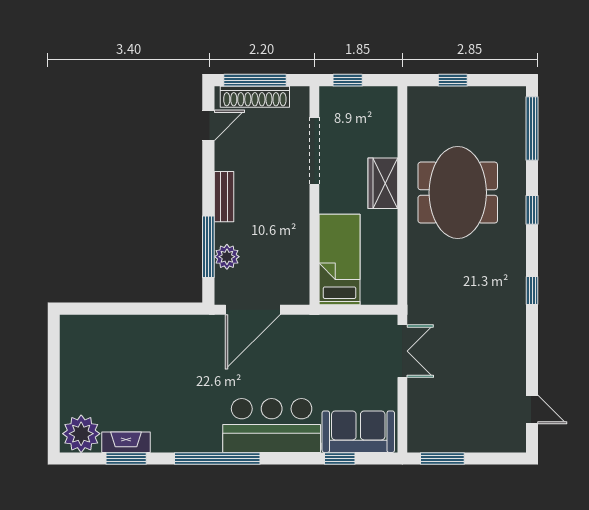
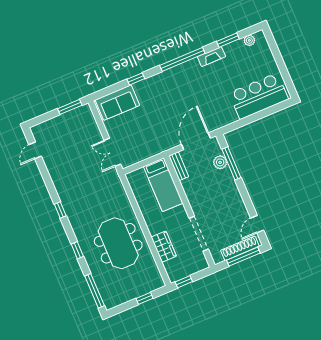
window: (348, 80) -> (184, 282), moved
wardrobe: (383, 183) -> (164, 247), moved
bench: (224, 197) -> (179, 166), moved
door: (532, 410) -> (35, 150), hinge flipped
bar counter: (272, 425) -> (259, 96), moved, turned 180
plant: (81, 434) -> (249, 40), width x0.53, depth x0.53
fireplace: (126, 442) -> (211, 57), moved
window: (340, 458) -> (136, 79), moved

